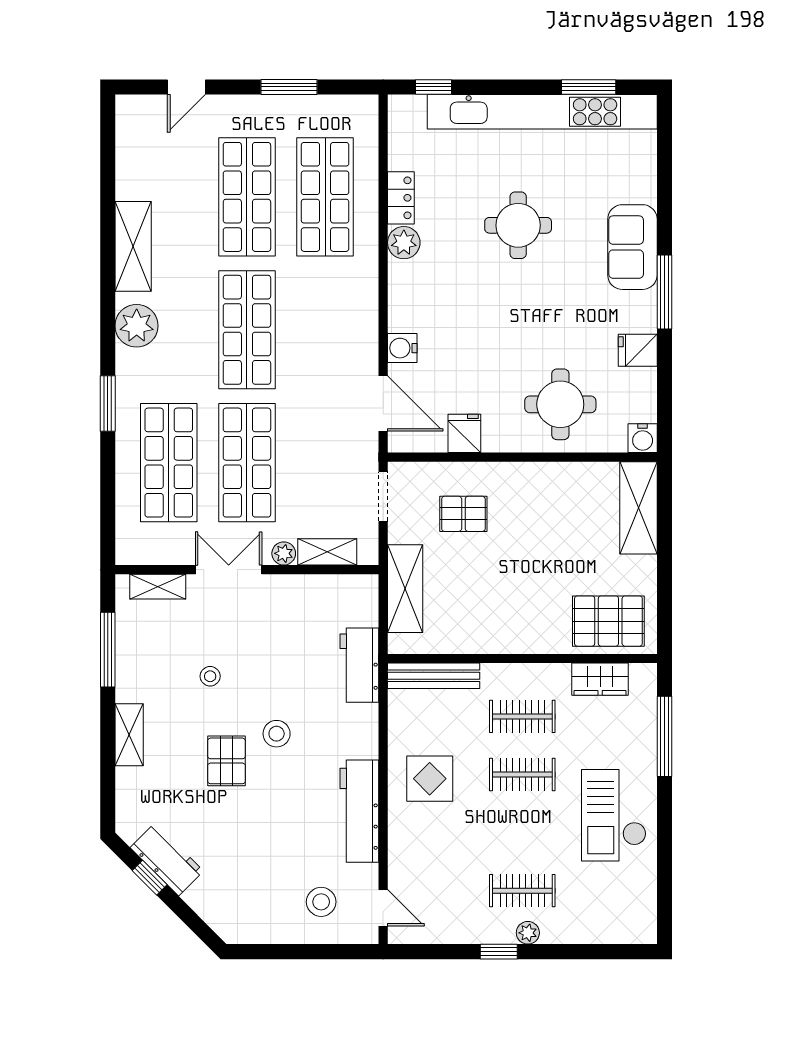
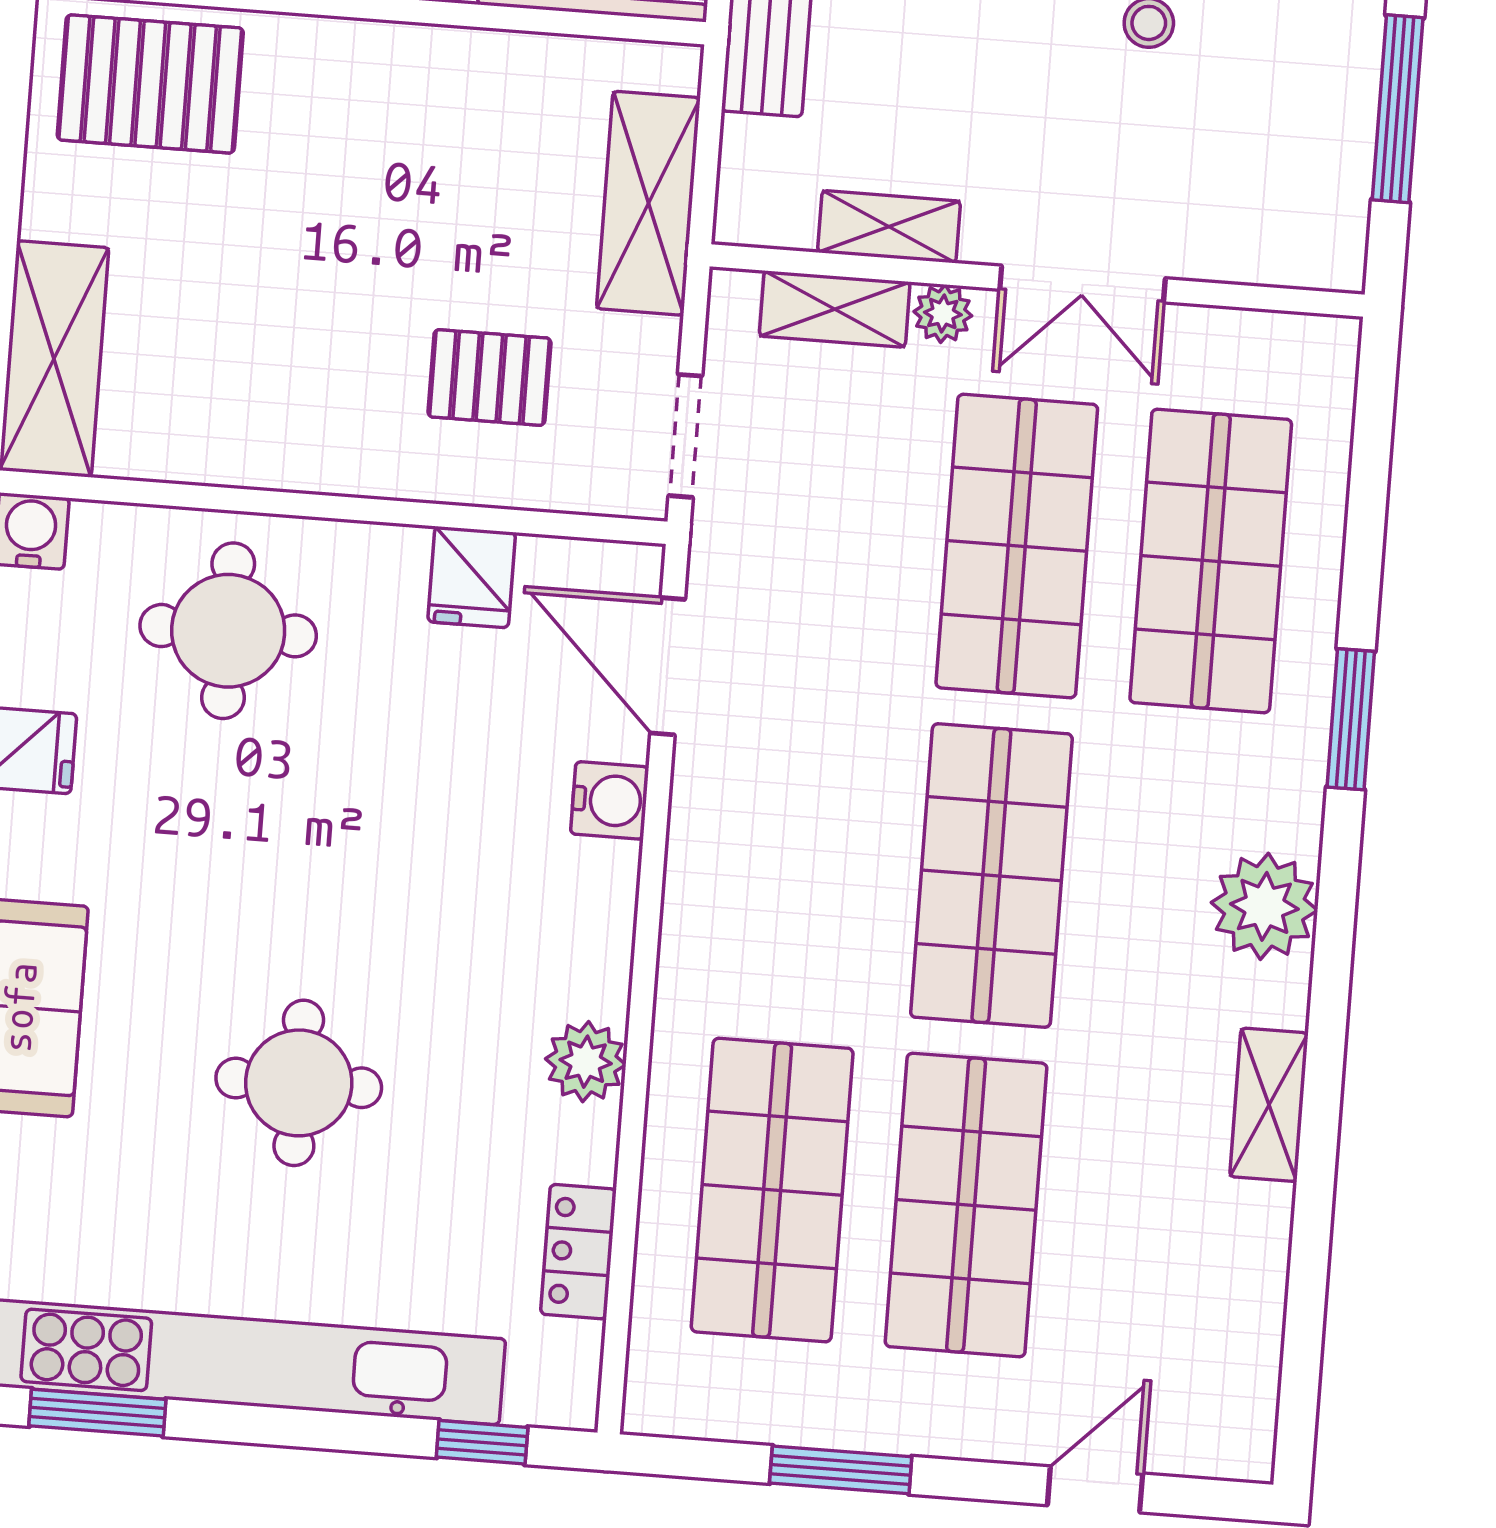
locker: (401, 198) -> (578, 1252), moved
shelving: (133, 246) -> (1269, 1105), width x0.67, depth x0.75
shelving: (158, 587) -> (889, 227), moved

